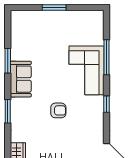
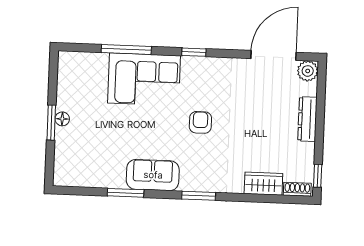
floor lamp: (57, 15) -> (62, 119), added

